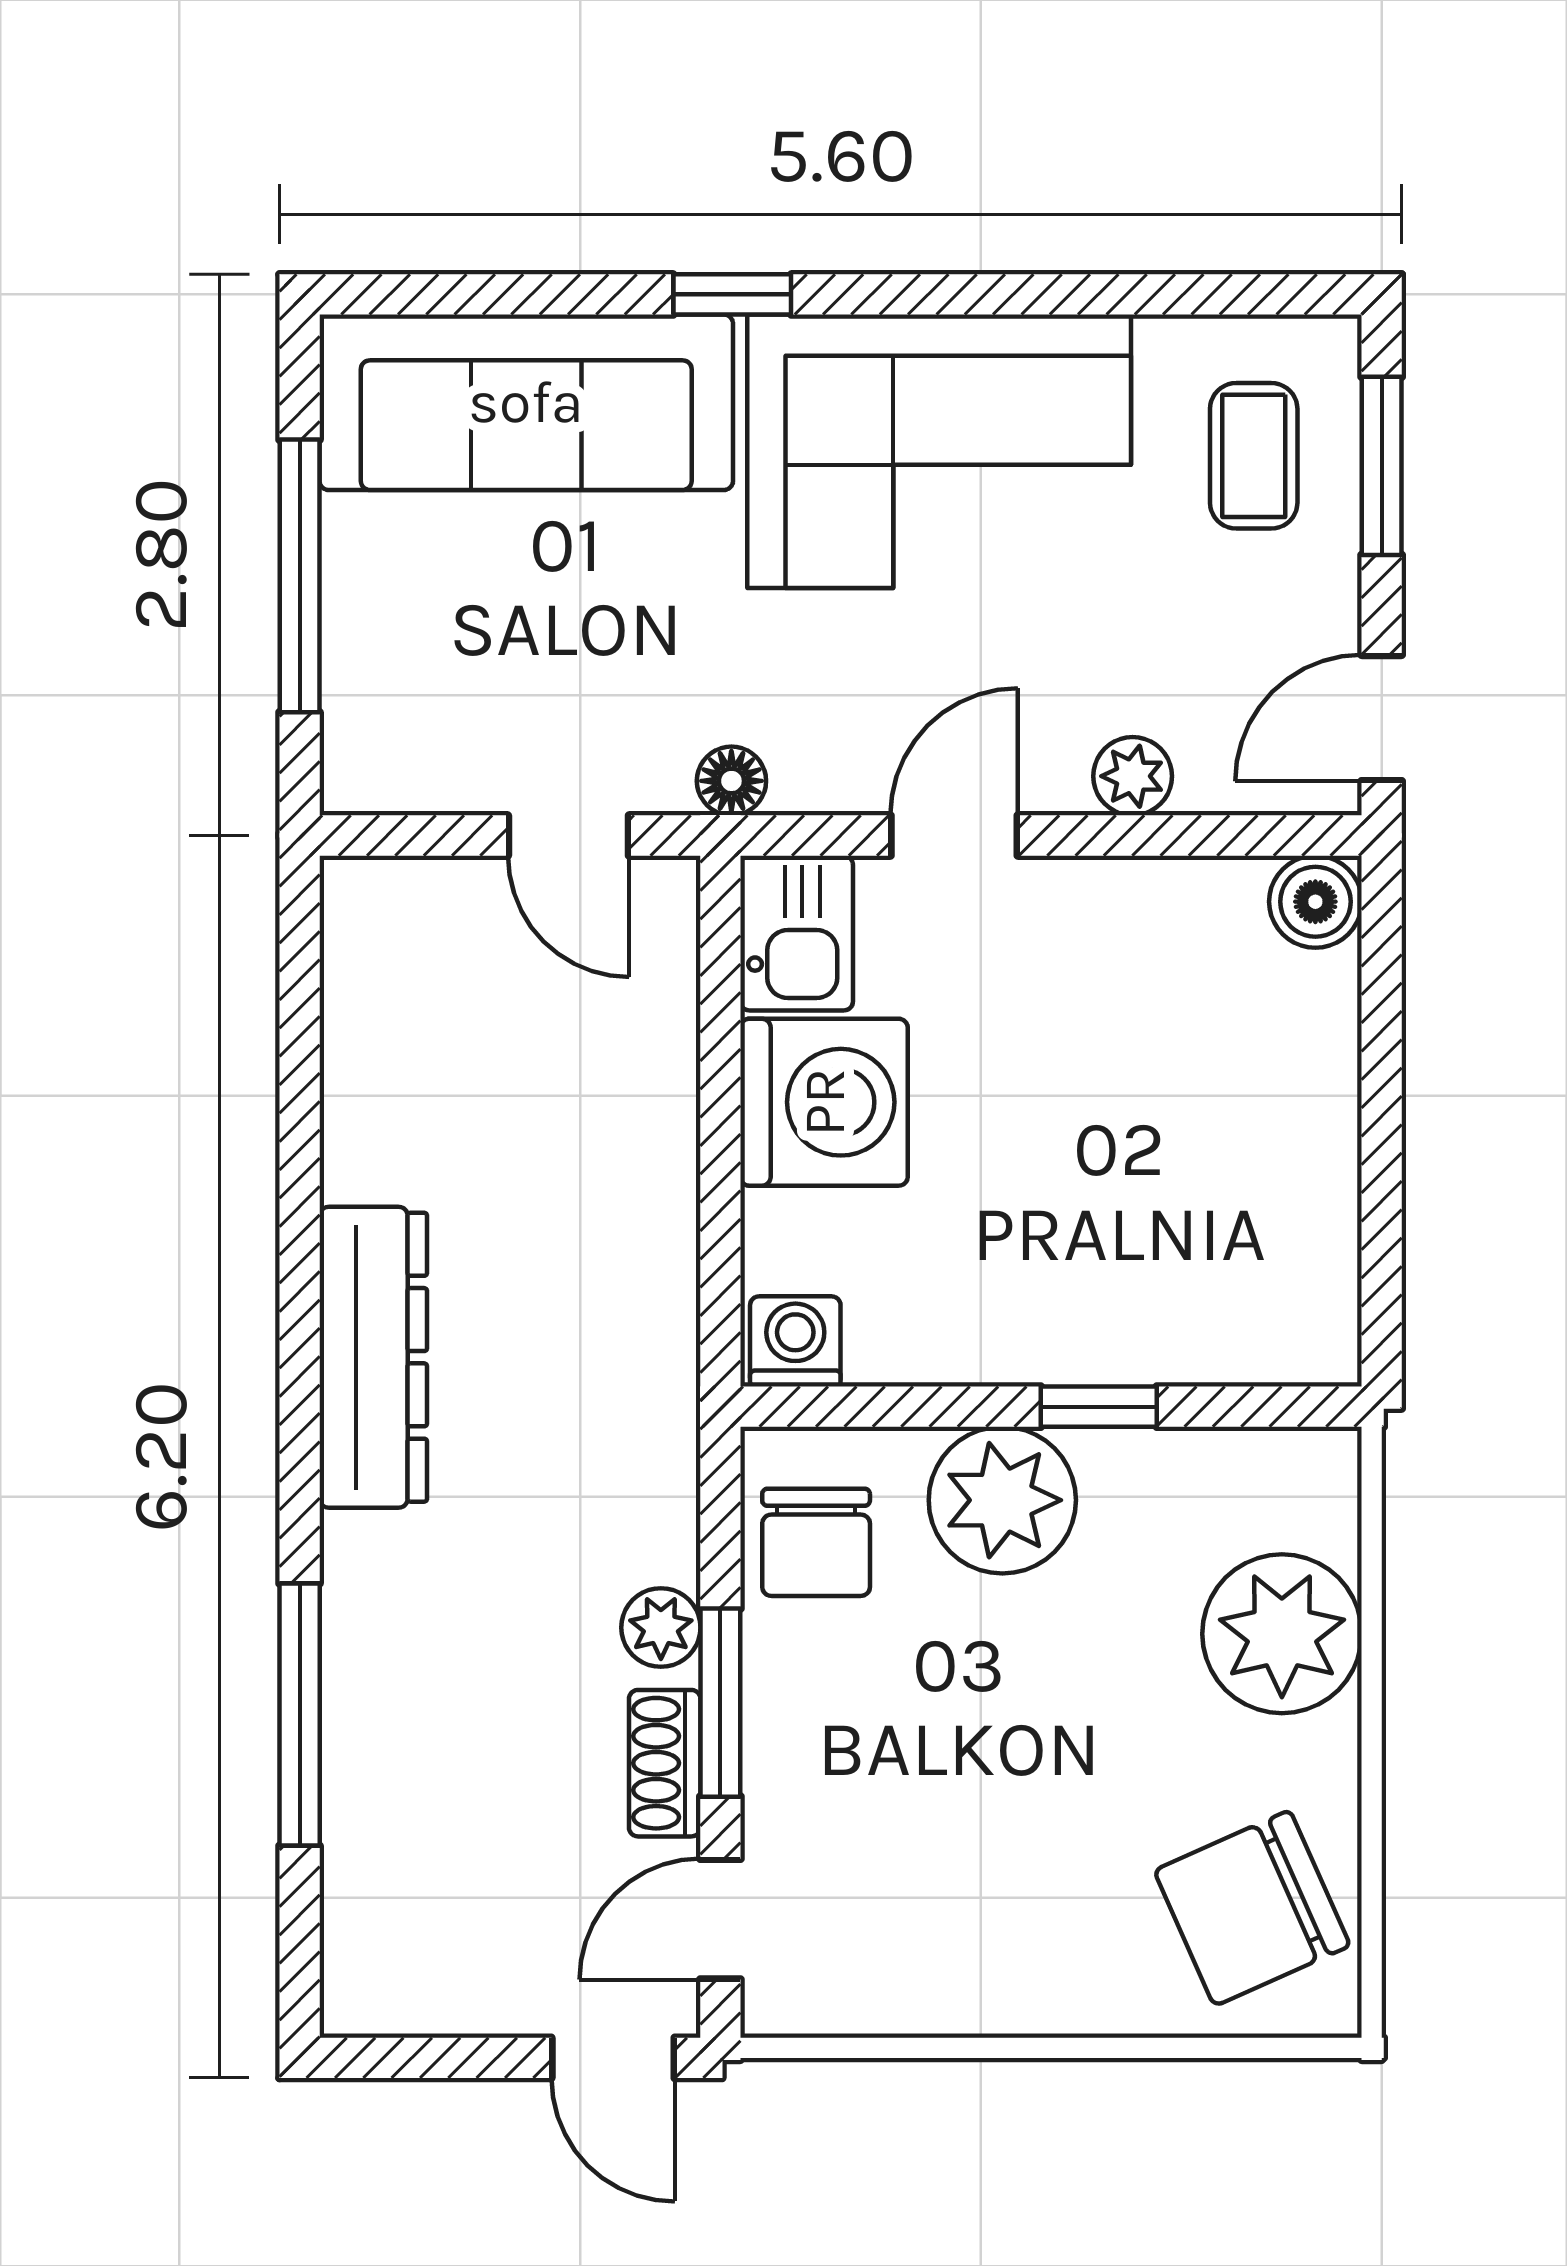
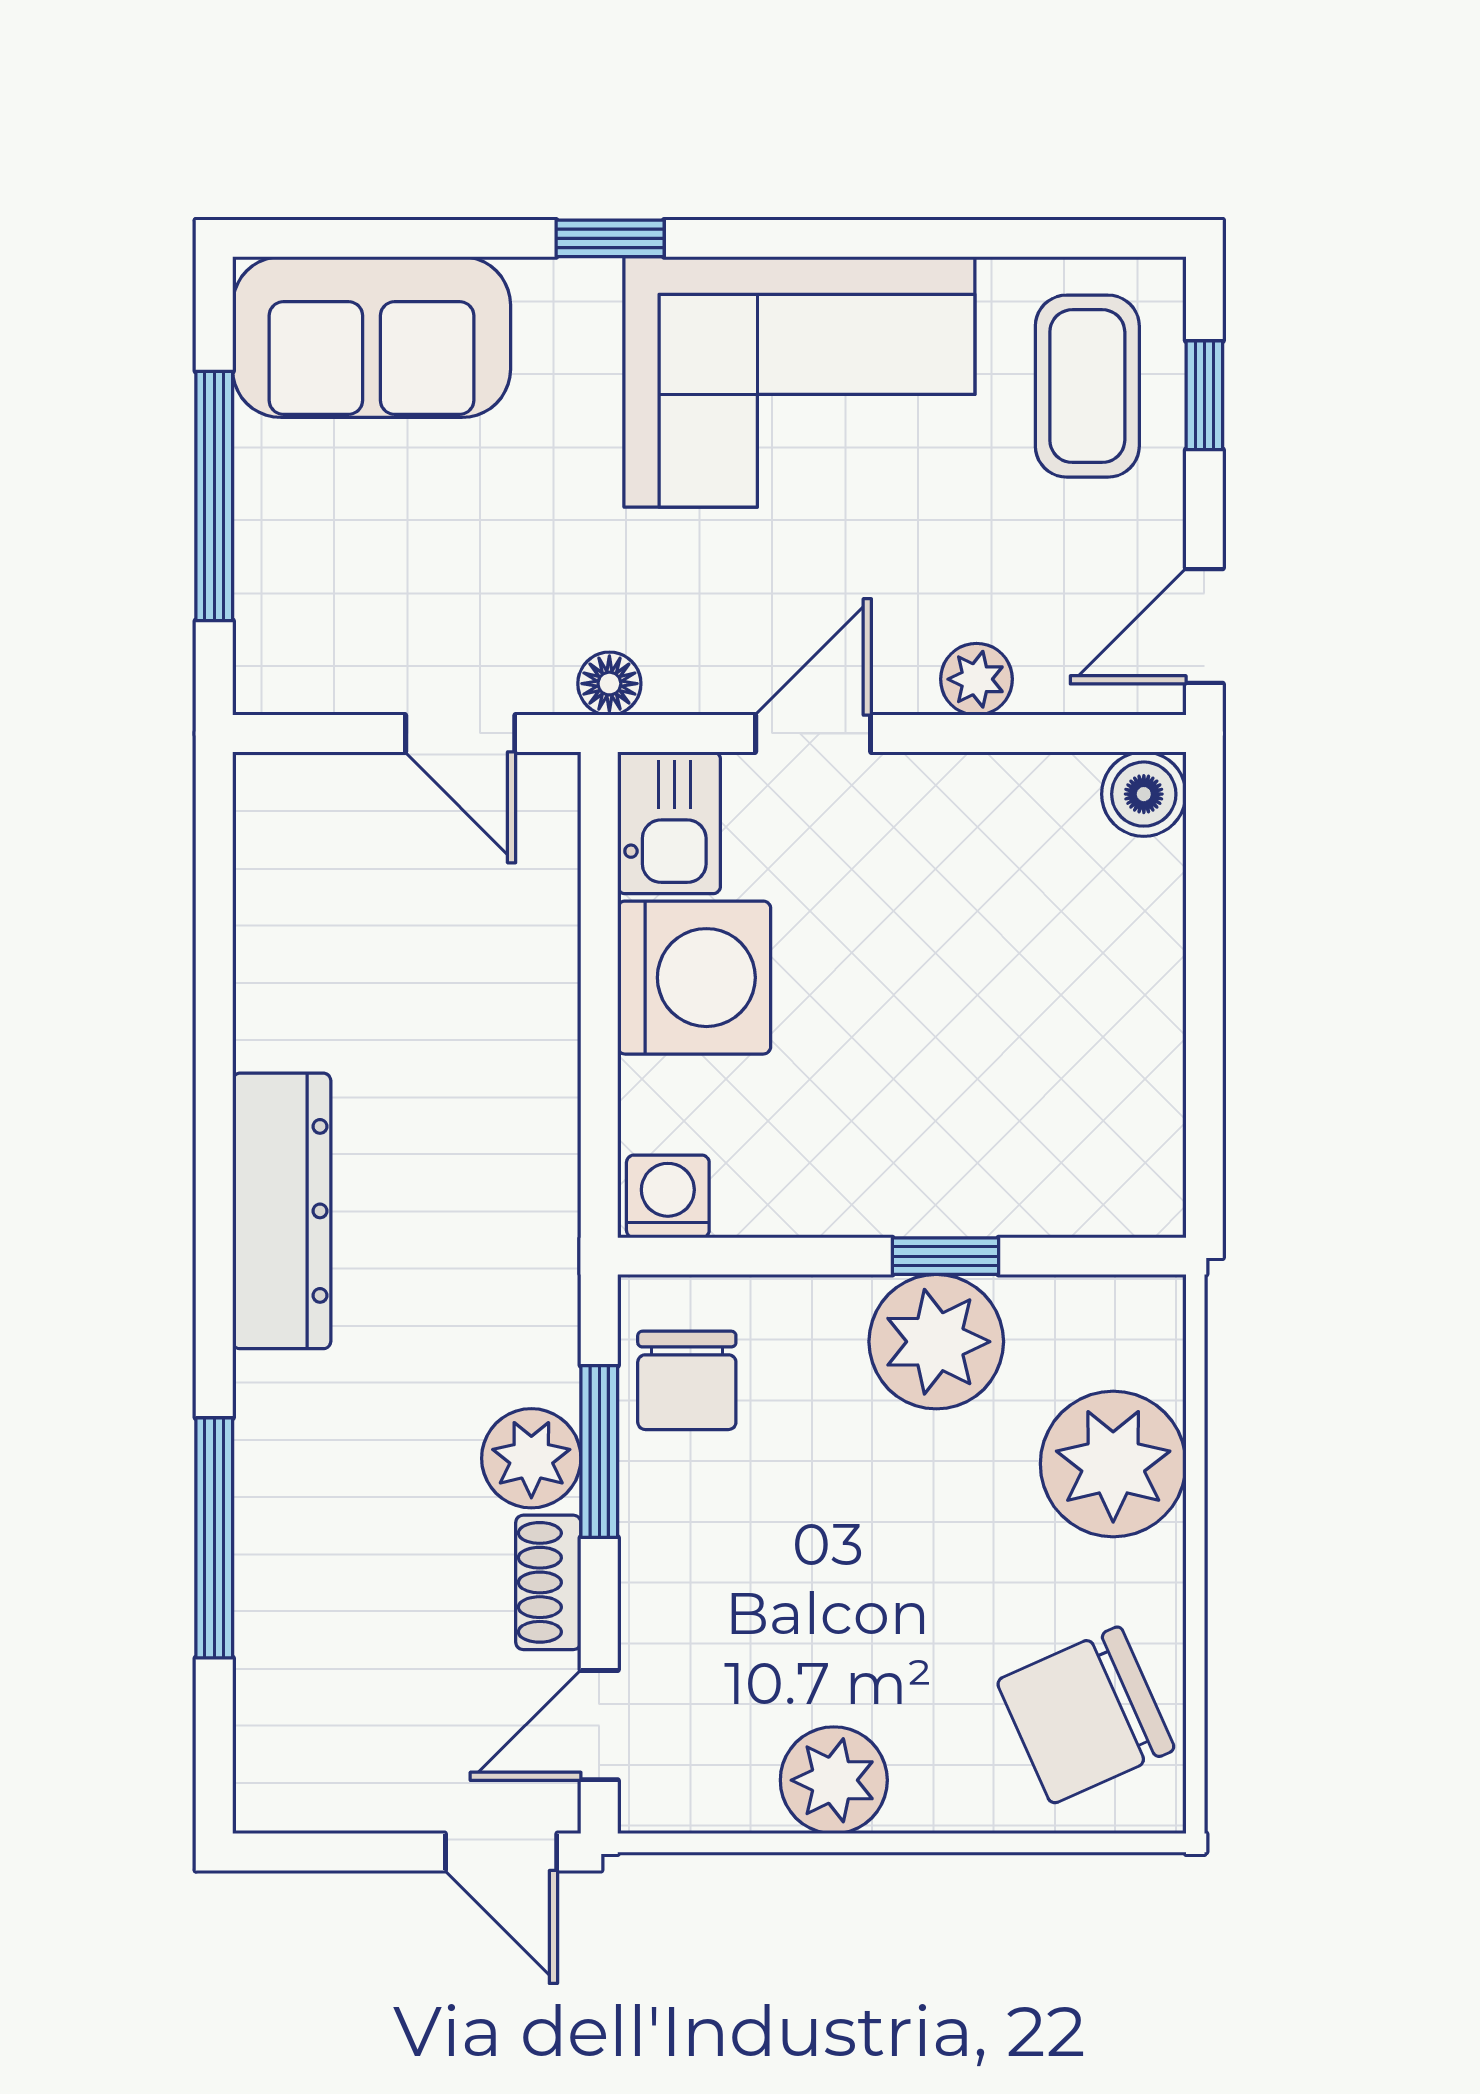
sofa: (526, 402) -> (372, 337), width x0.73
coffee table: (1254, 456) -> (1087, 386), width x1.36, depth x1.30
window: (1382, 466) -> (1204, 395), width x0.67
plant: (1002, 1500) -> (936, 1342), moved
plant: (661, 1628) -> (531, 1458), width x1.38, depth x1.38
window: (720, 1703) -> (599, 1452), moved
plant: (977, 1979) -> (834, 1780), added

